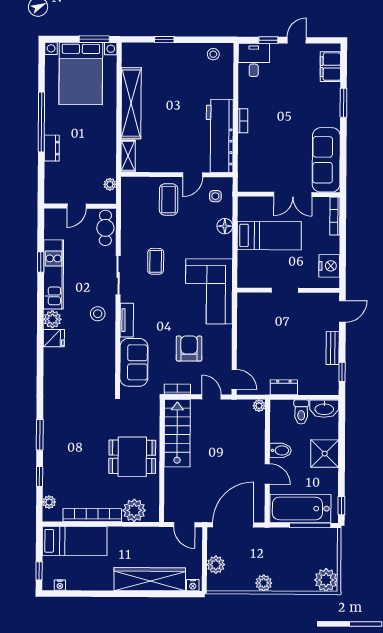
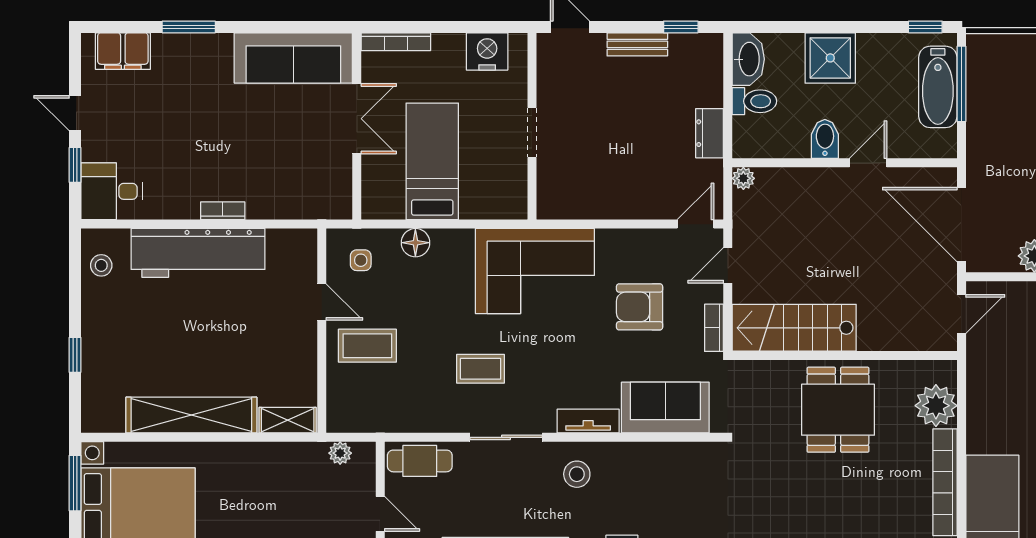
workbench: (220, 136) -> (198, 253), moved
bathtub: (300, 509) -> (938, 87), width x0.73, depth x0.73

